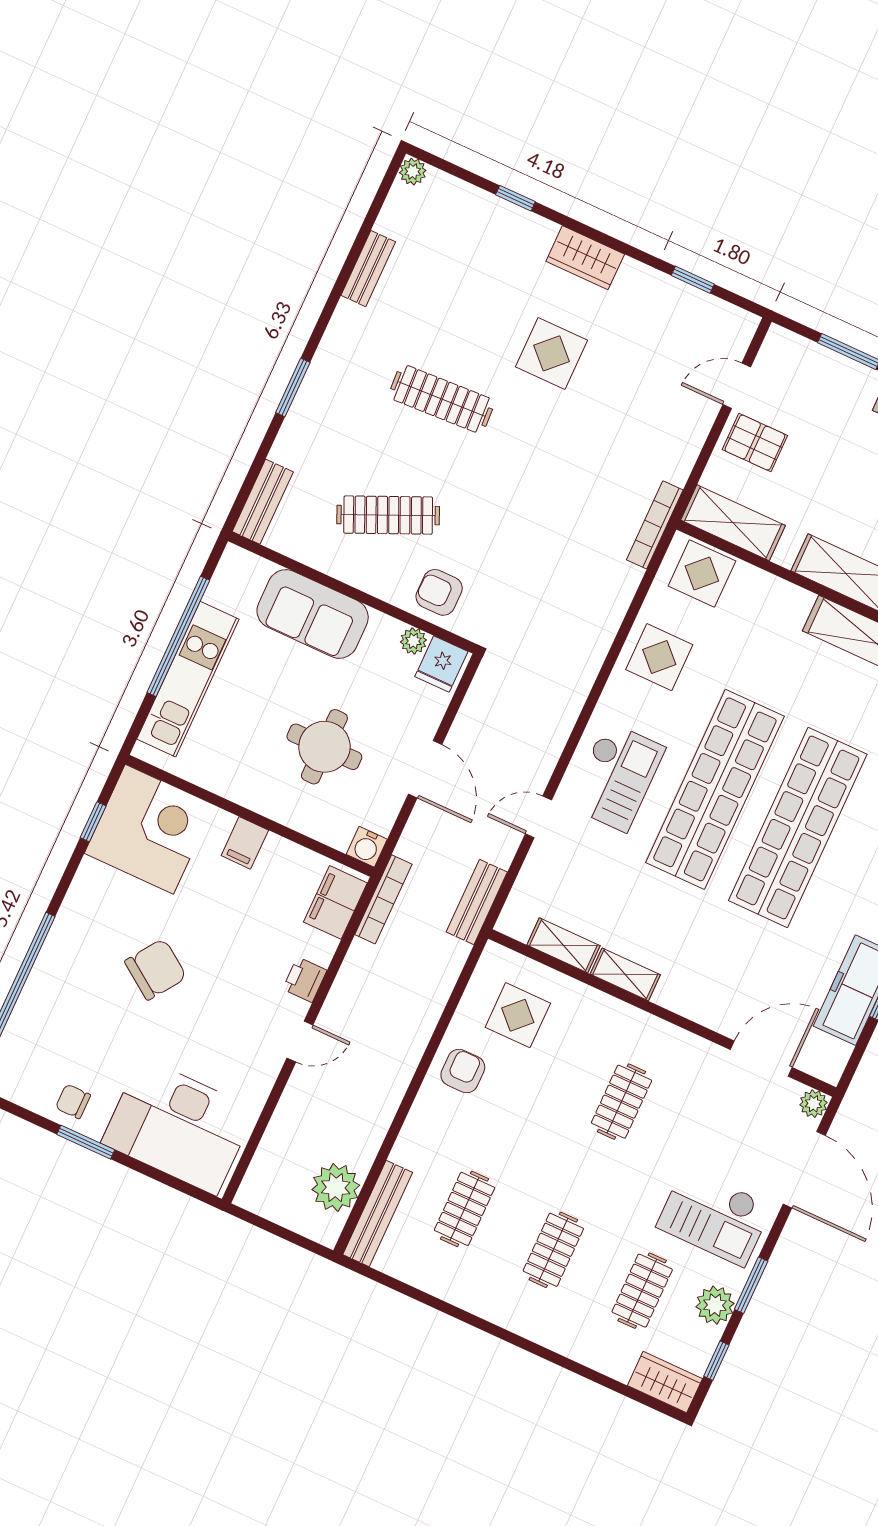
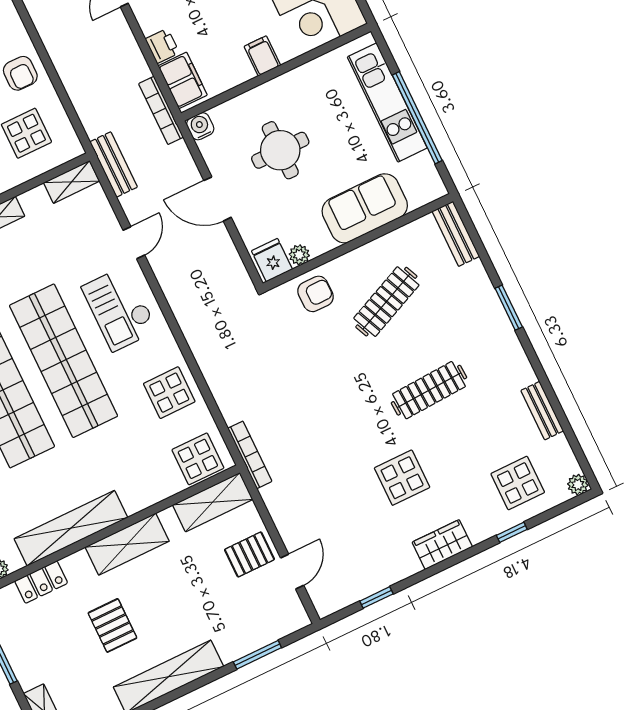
display table: (461, 233) -> (518, 483), added
shelving: (563, 945) -> (71, 182), moved
printer: (305, 980) -> (162, 46), moved

